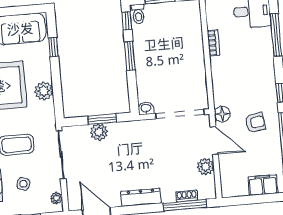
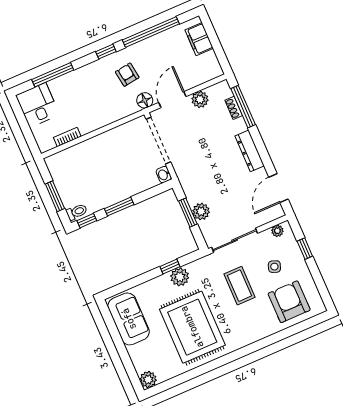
bookcase: (213, 43) -> (67, 137), moved
window: (53, 47) -> (170, 267), moved
armchair: (255, 123) -> (127, 75), moved

